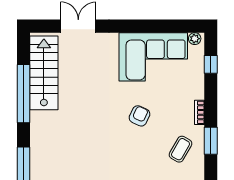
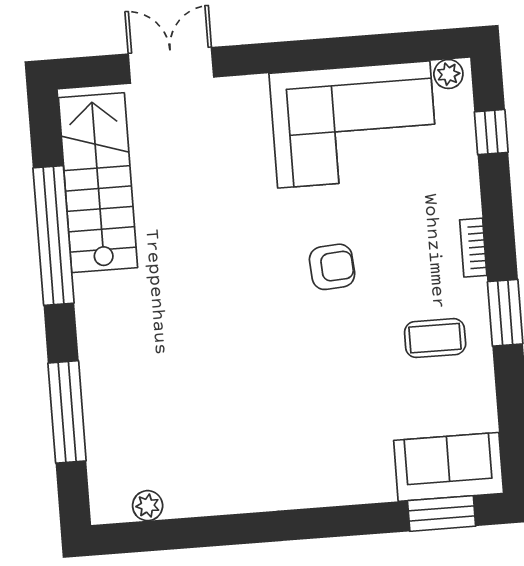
armchair: (140, 116) -> (332, 267), turned 61
coffee table: (180, 149) -> (435, 338), turned 60

